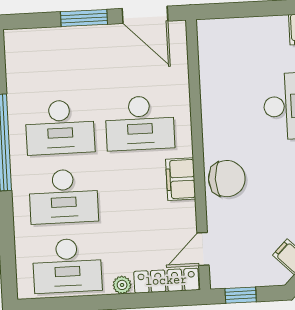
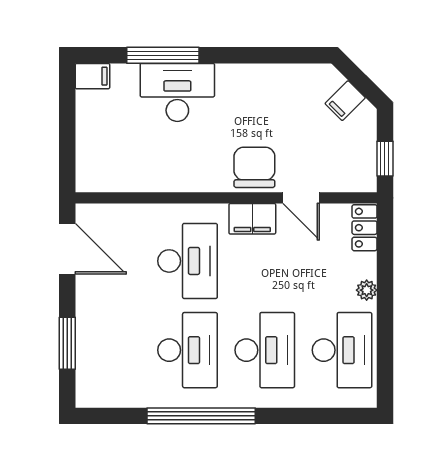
door: (145, 15) -> (67, 249), hinge flipped
window: (84, 18) -> (67, 343), moved
door: (203, 249) -> (301, 198), moved
locker: (166, 281) -> (365, 228), width x0.66

